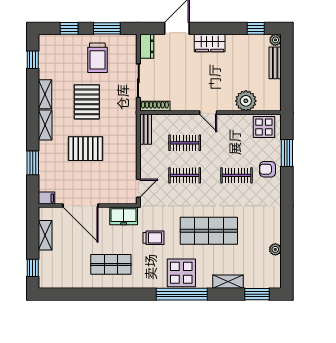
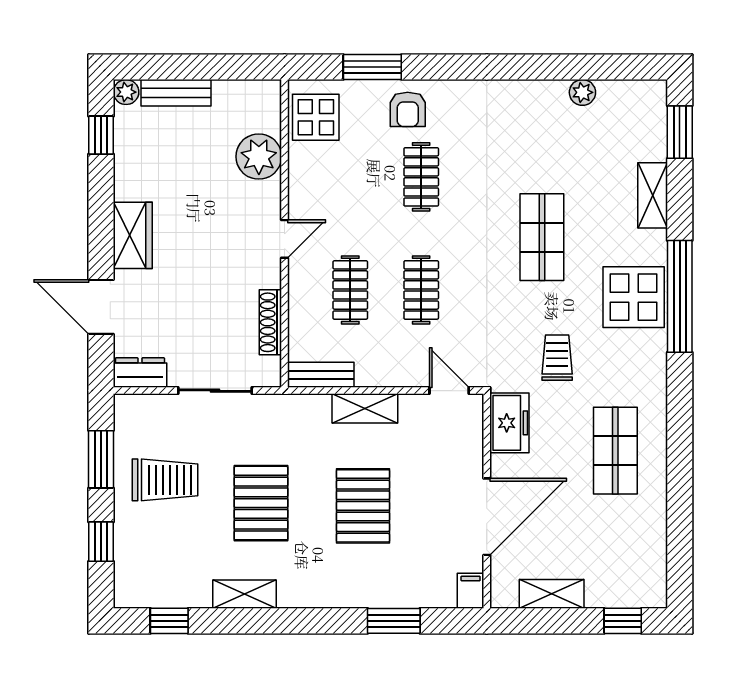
pallet: (87, 102) -> (261, 503), turned 90
shoe rack: (155, 106) -> (270, 322), moved
shelving: (45, 125) -> (365, 408), moved
shop shelf: (209, 231) -> (542, 237), width x0.70, depth x0.74

